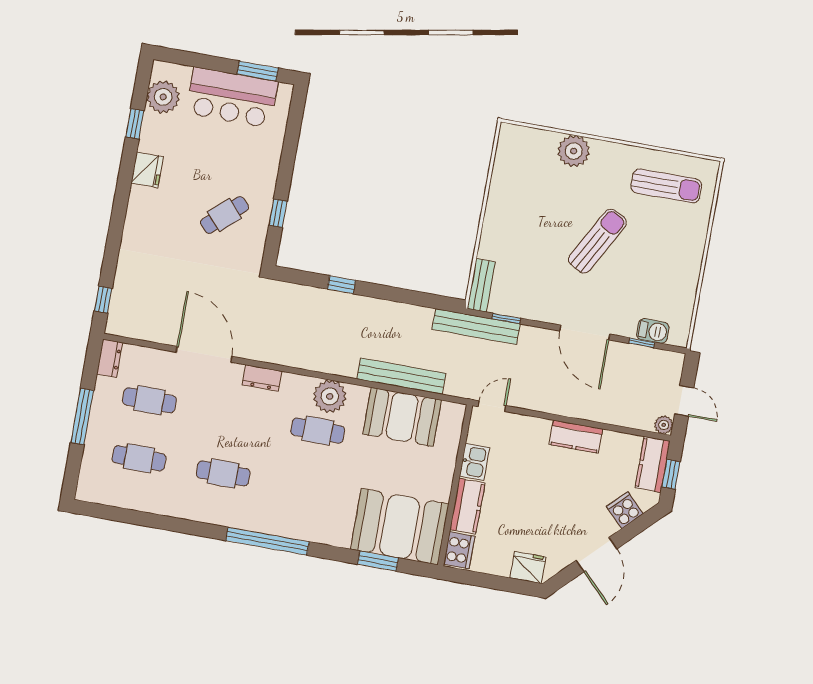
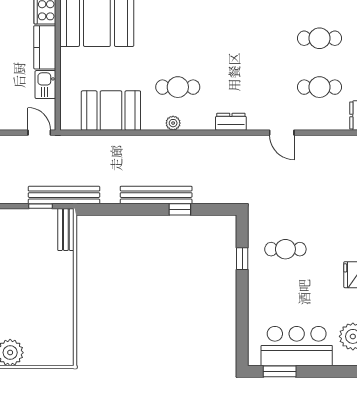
cafe table: (225, 215) -> (285, 249), turned 42
door: (204, 354) -> (282, 133), width x0.53
bench: (401, 376) -> (156, 195), moved
plant: (330, 396) -> (173, 123), width x0.53, depth x0.53
door: (492, 406) -> (39, 133), swing flipped
cafe table: (223, 473) -> (249, 38), removed

